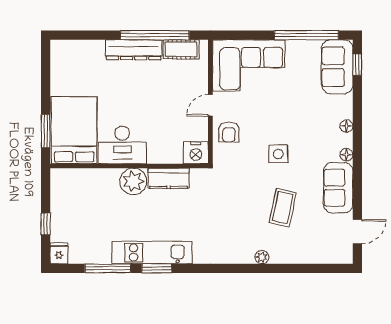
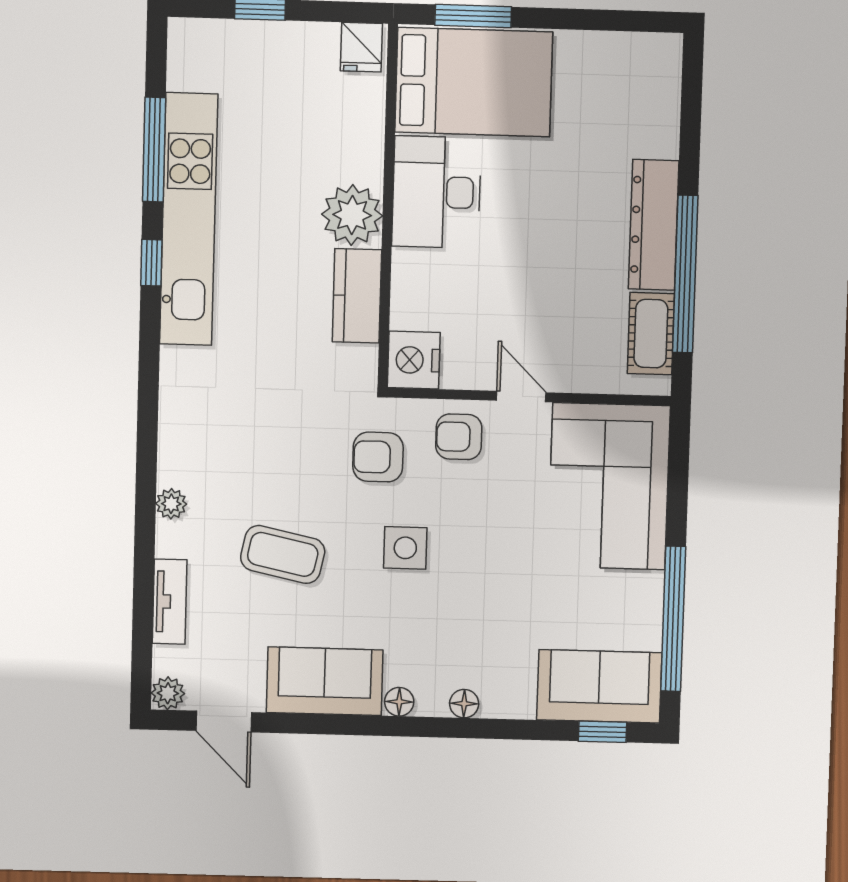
armchair: (239, 167) -> (378, 457), added
fridge: (59, 253) -> (361, 47), moved, turned 90
kitchen unit: (152, 253) -> (189, 219), width x1.36
plant: (345, 256) -> (168, 693), added
tv unit: (305, 257) -> (170, 602), added
window: (157, 268) -> (151, 263), width x0.67

